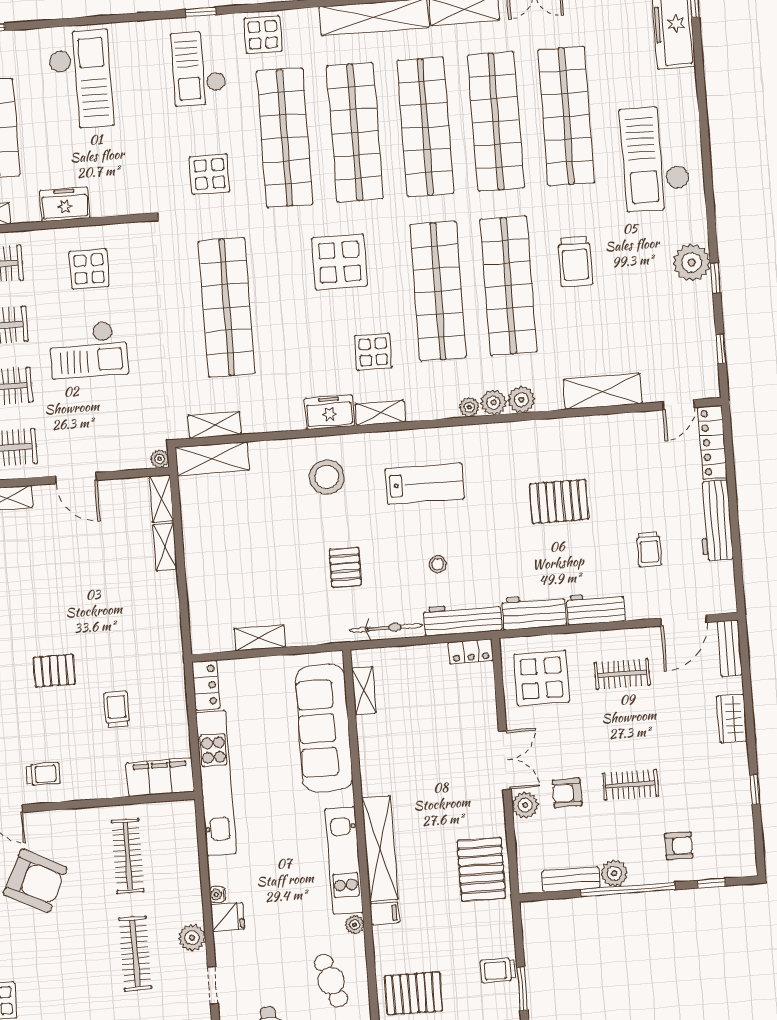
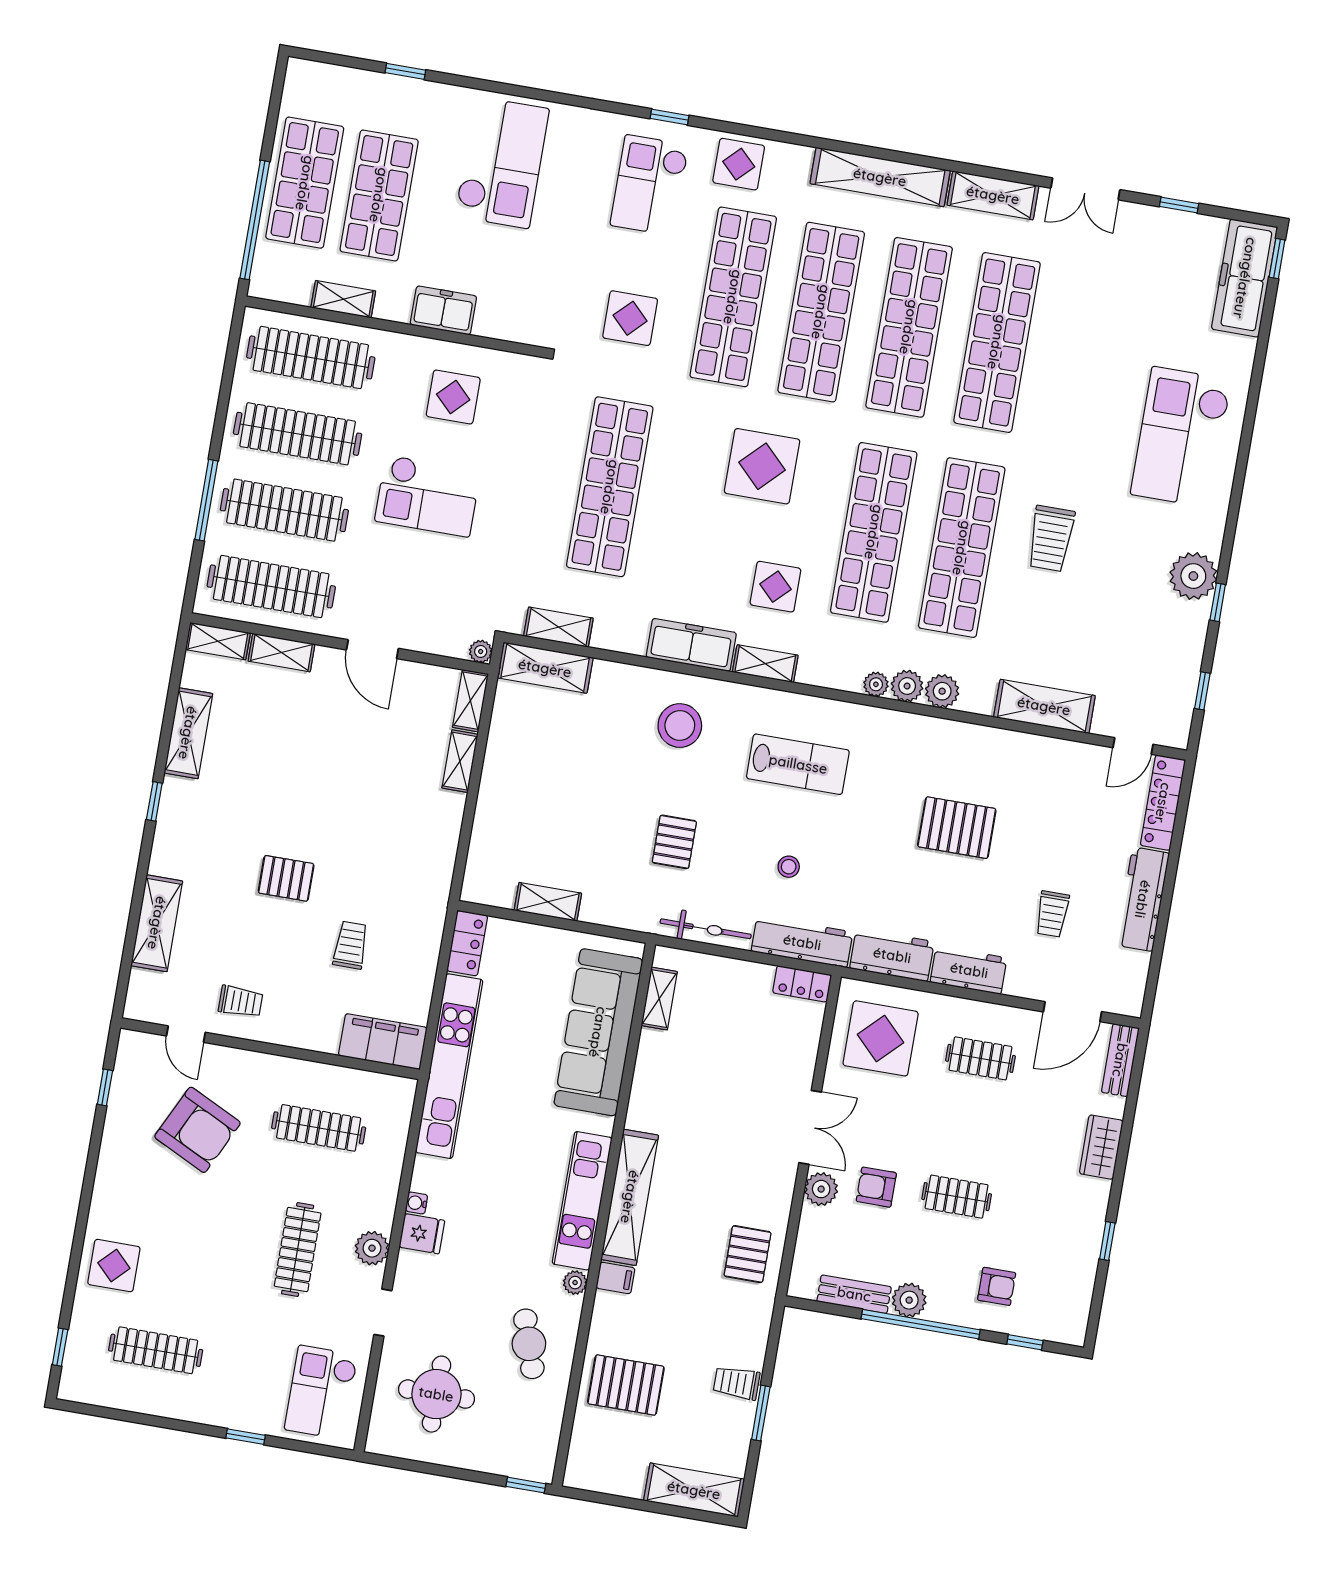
shop shelf: (566, 116) -> (1085, 358), removed
freezer: (329, 412) -> (691, 645), width x1.40
clothes rail: (128, 856) -> (319, 1128), turned 90
pallet: (481, 869) -> (748, 1254), width x0.67, depth x0.71

